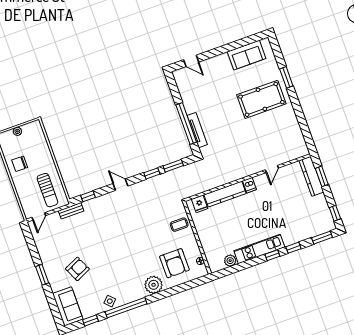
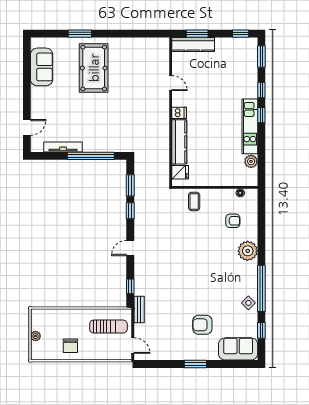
tv unit: (197, 130) -> (63, 147), moved
armchair: (174, 263) -> (233, 221), width x0.53, depth x0.53
armchair: (77, 269) -> (202, 325), turned -65

